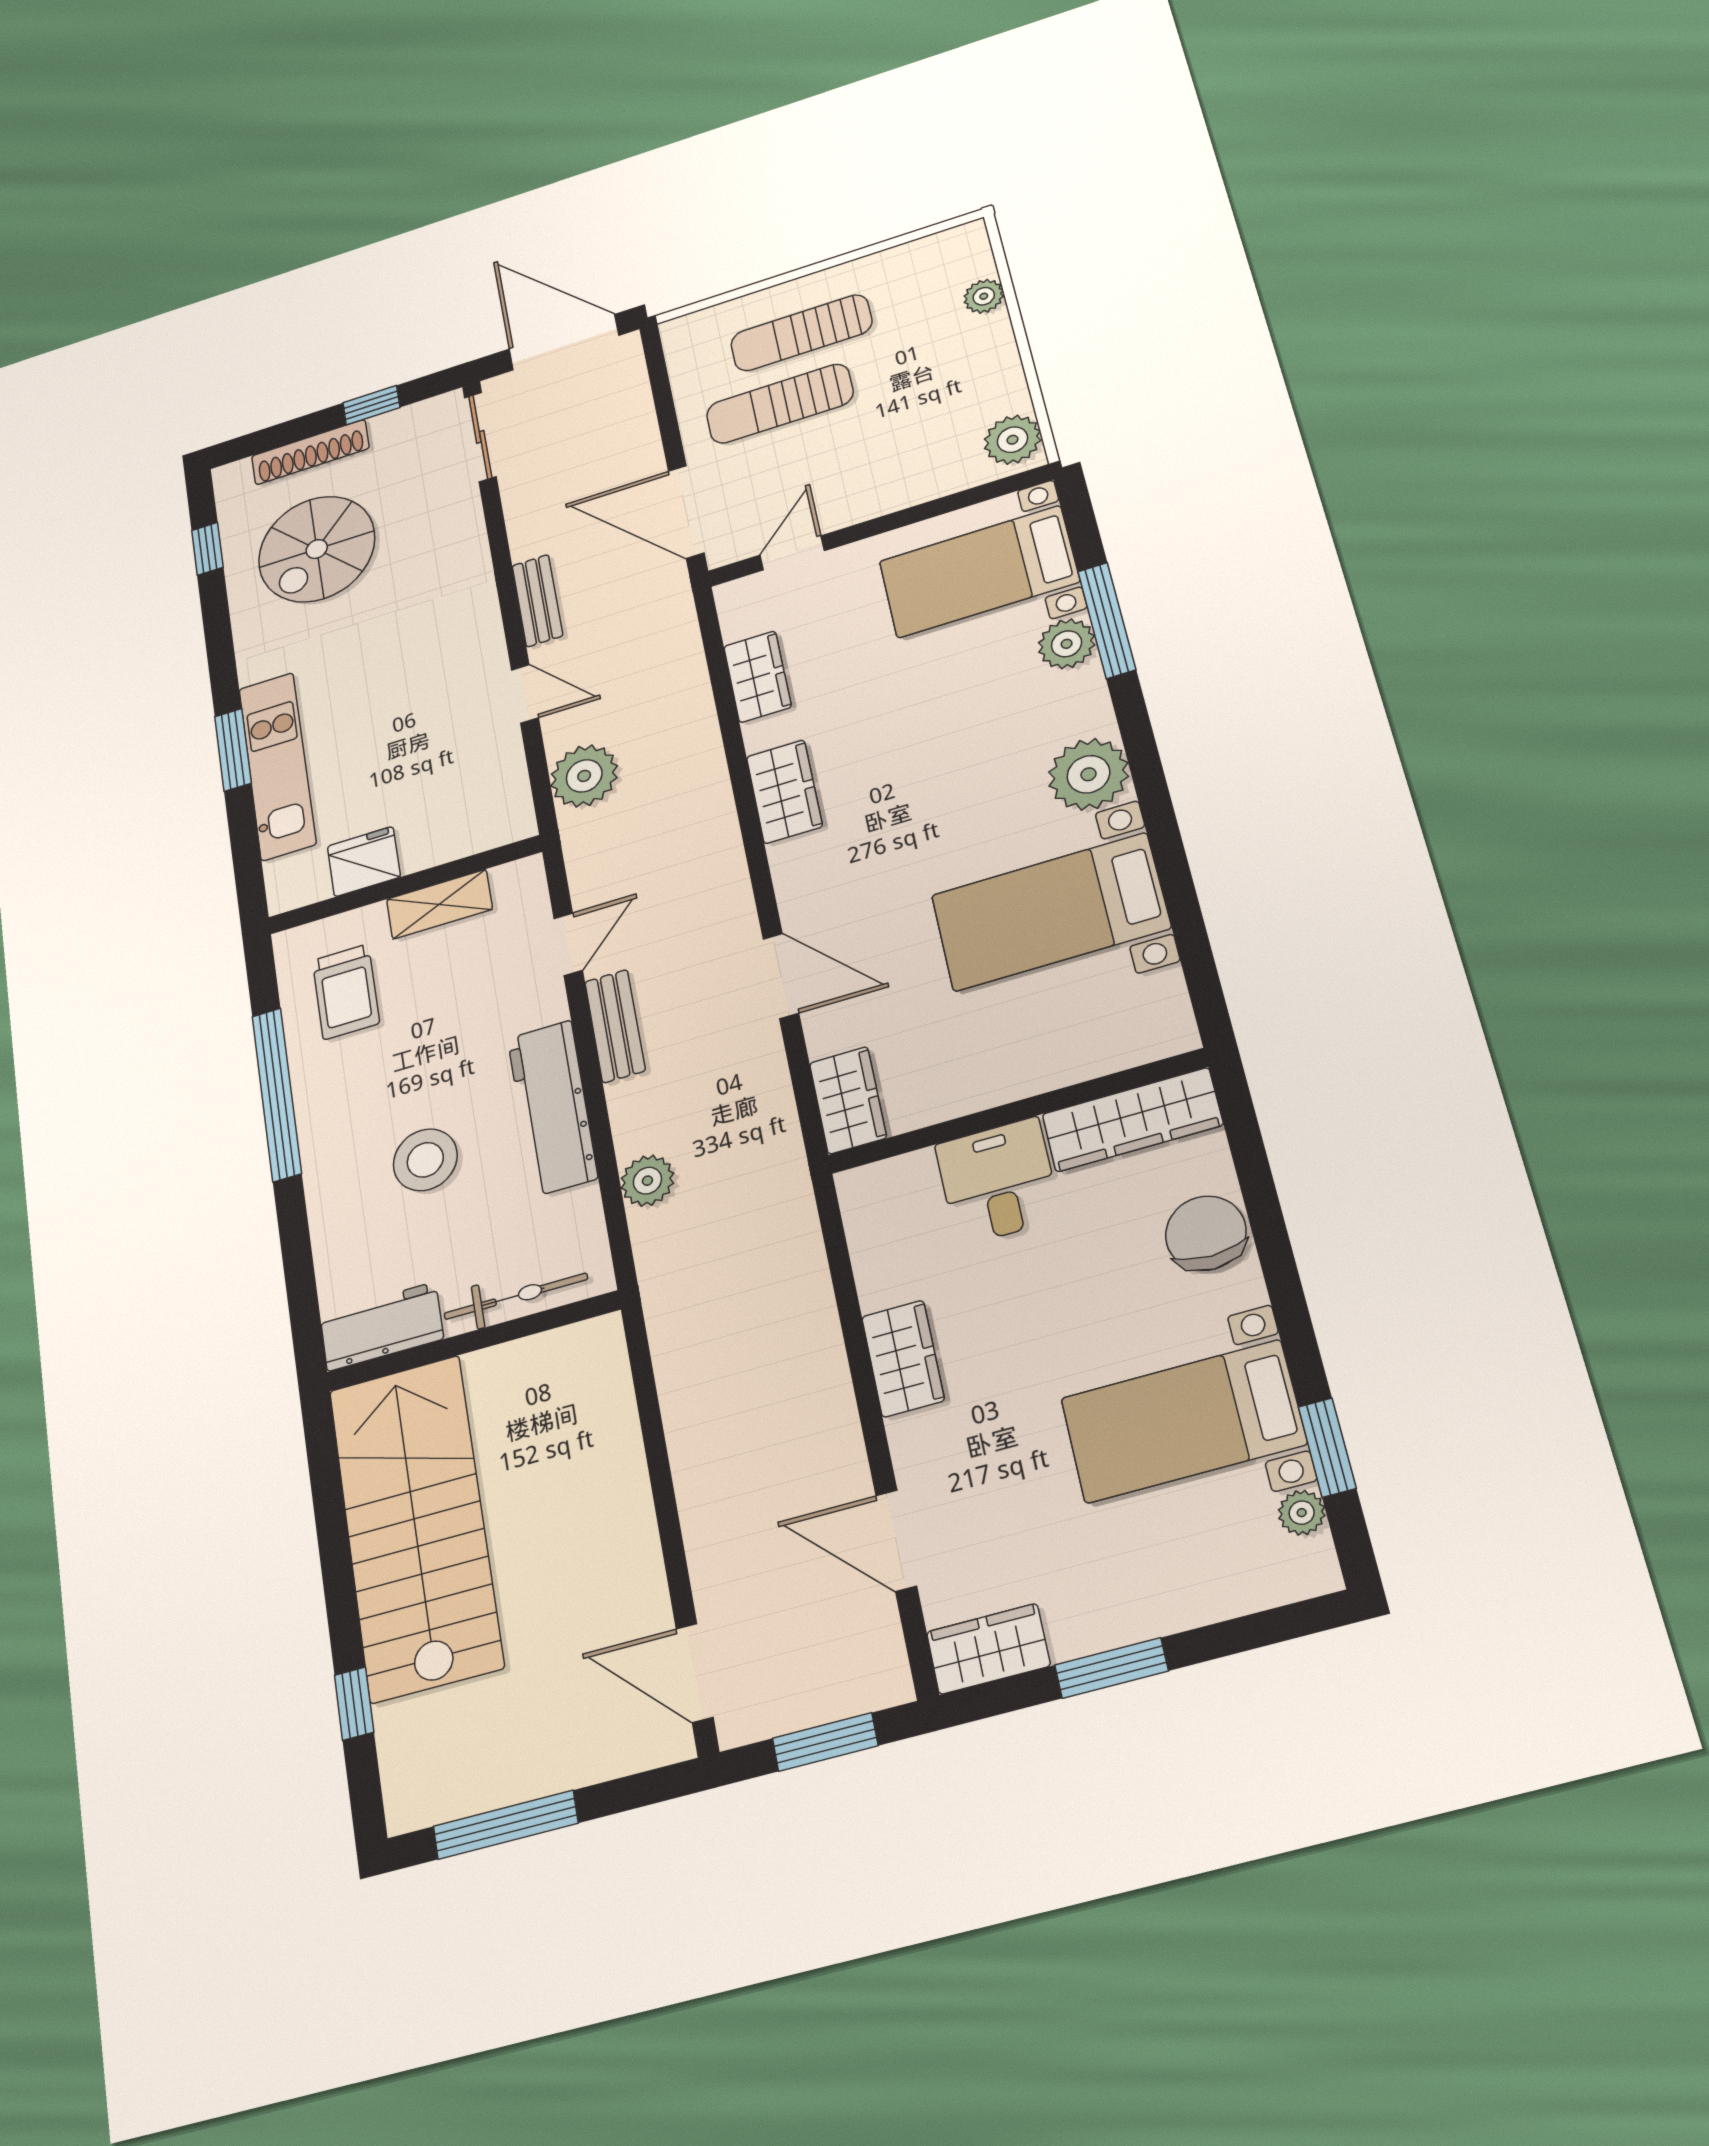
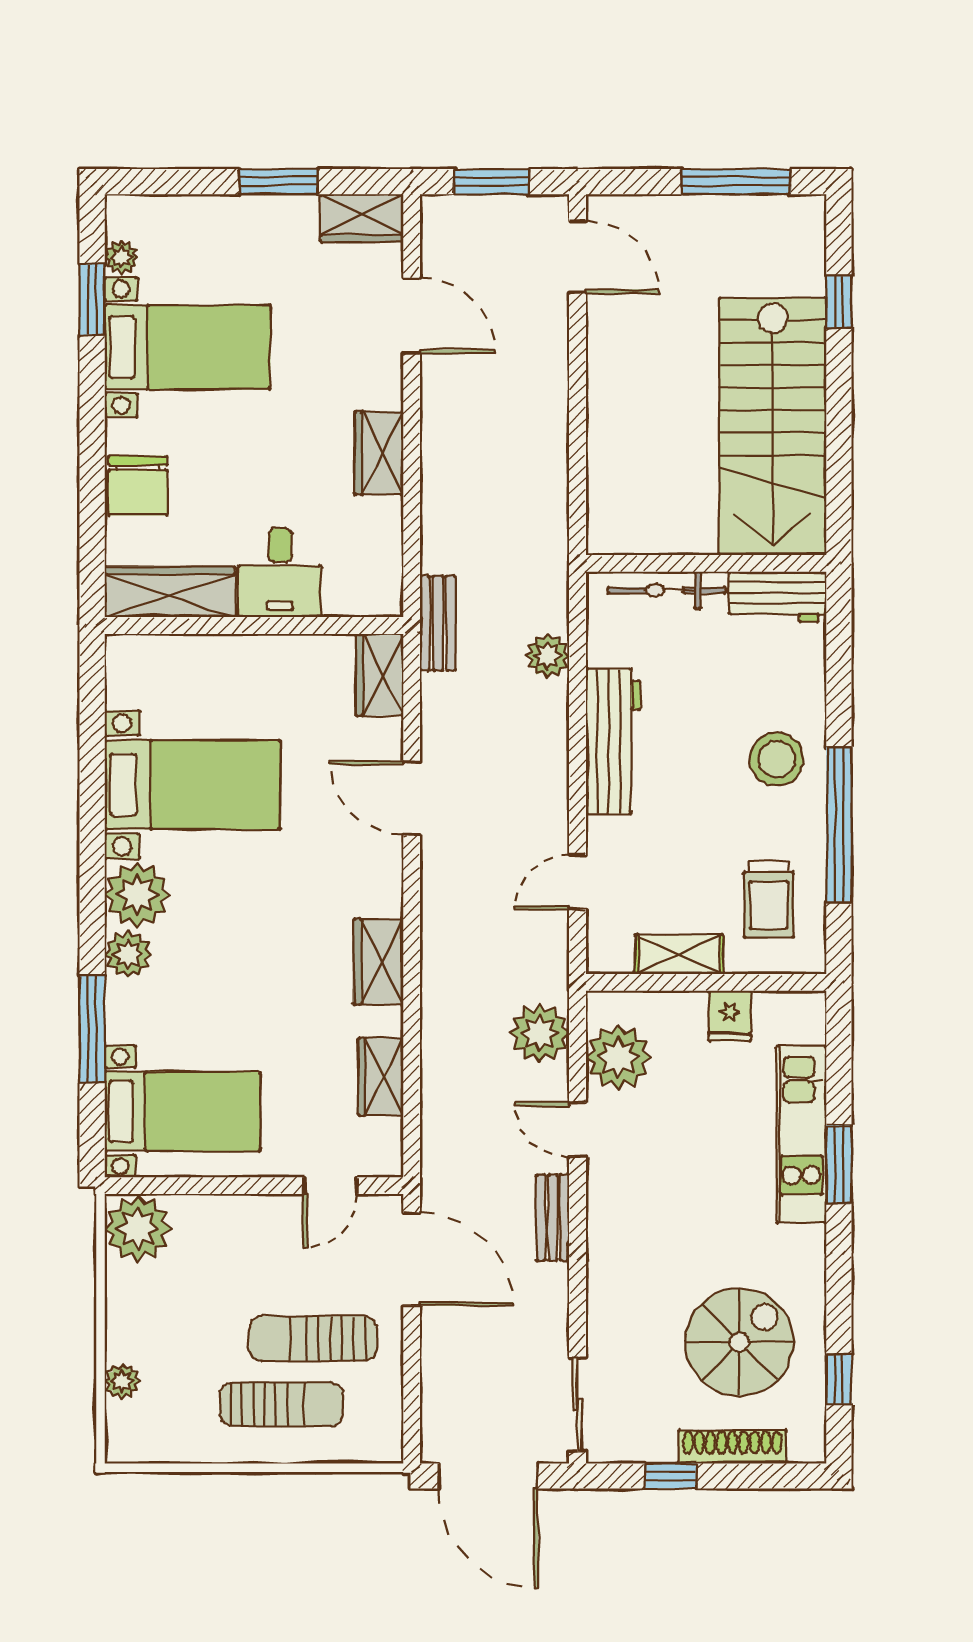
sun lounger: (780, 404) -> (313, 1339), turned 180
plant: (1012, 440) -> (138, 1229), width x1.36, depth x1.36
plant: (1067, 644) -> (128, 954), moved
plant: (491, 779) -> (618, 1057), added
fridge: (364, 862) -> (730, 1016), width x0.72
trolley: (346, 992) -> (769, 899), turned 180
bench: (615, 1026) -> (438, 623), moved
stool: (425, 1160) -> (777, 759), moved

